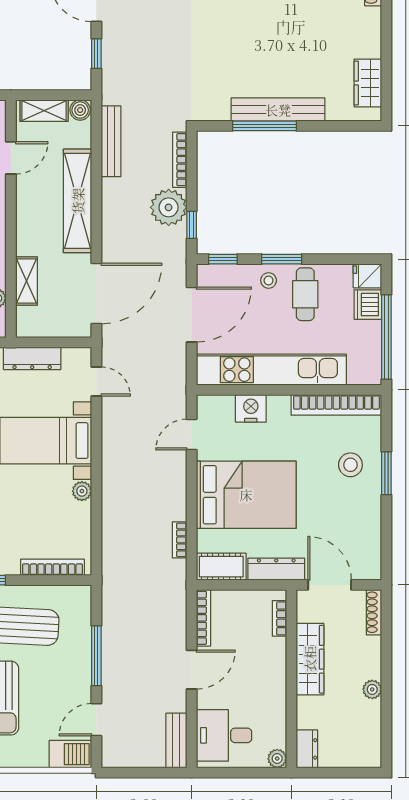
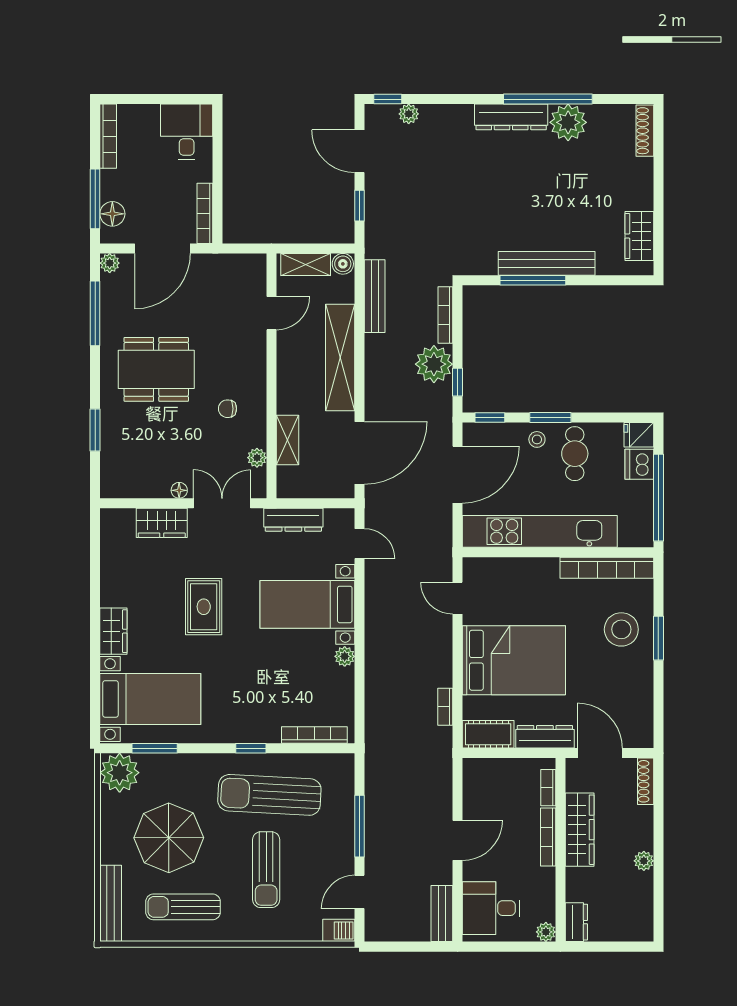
nightstand: (251, 408) -> (519, 571), removed
door: (192, 435) -> (458, 598), hinge flipped
stool: (350, 465) -> (621, 629), width x1.38, depth x1.38
bookcase: (203, 618) -> (548, 837), moved, turned 180
barbecue: (70, 754) -> (339, 930), width x0.73, depth x0.79

